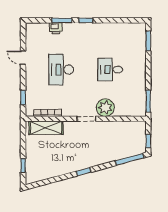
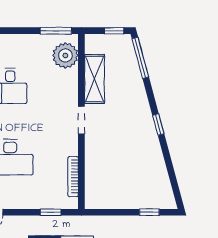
plant: (105, 108) -> (65, 55), moved
shelving: (46, 128) -> (95, 79), moved

